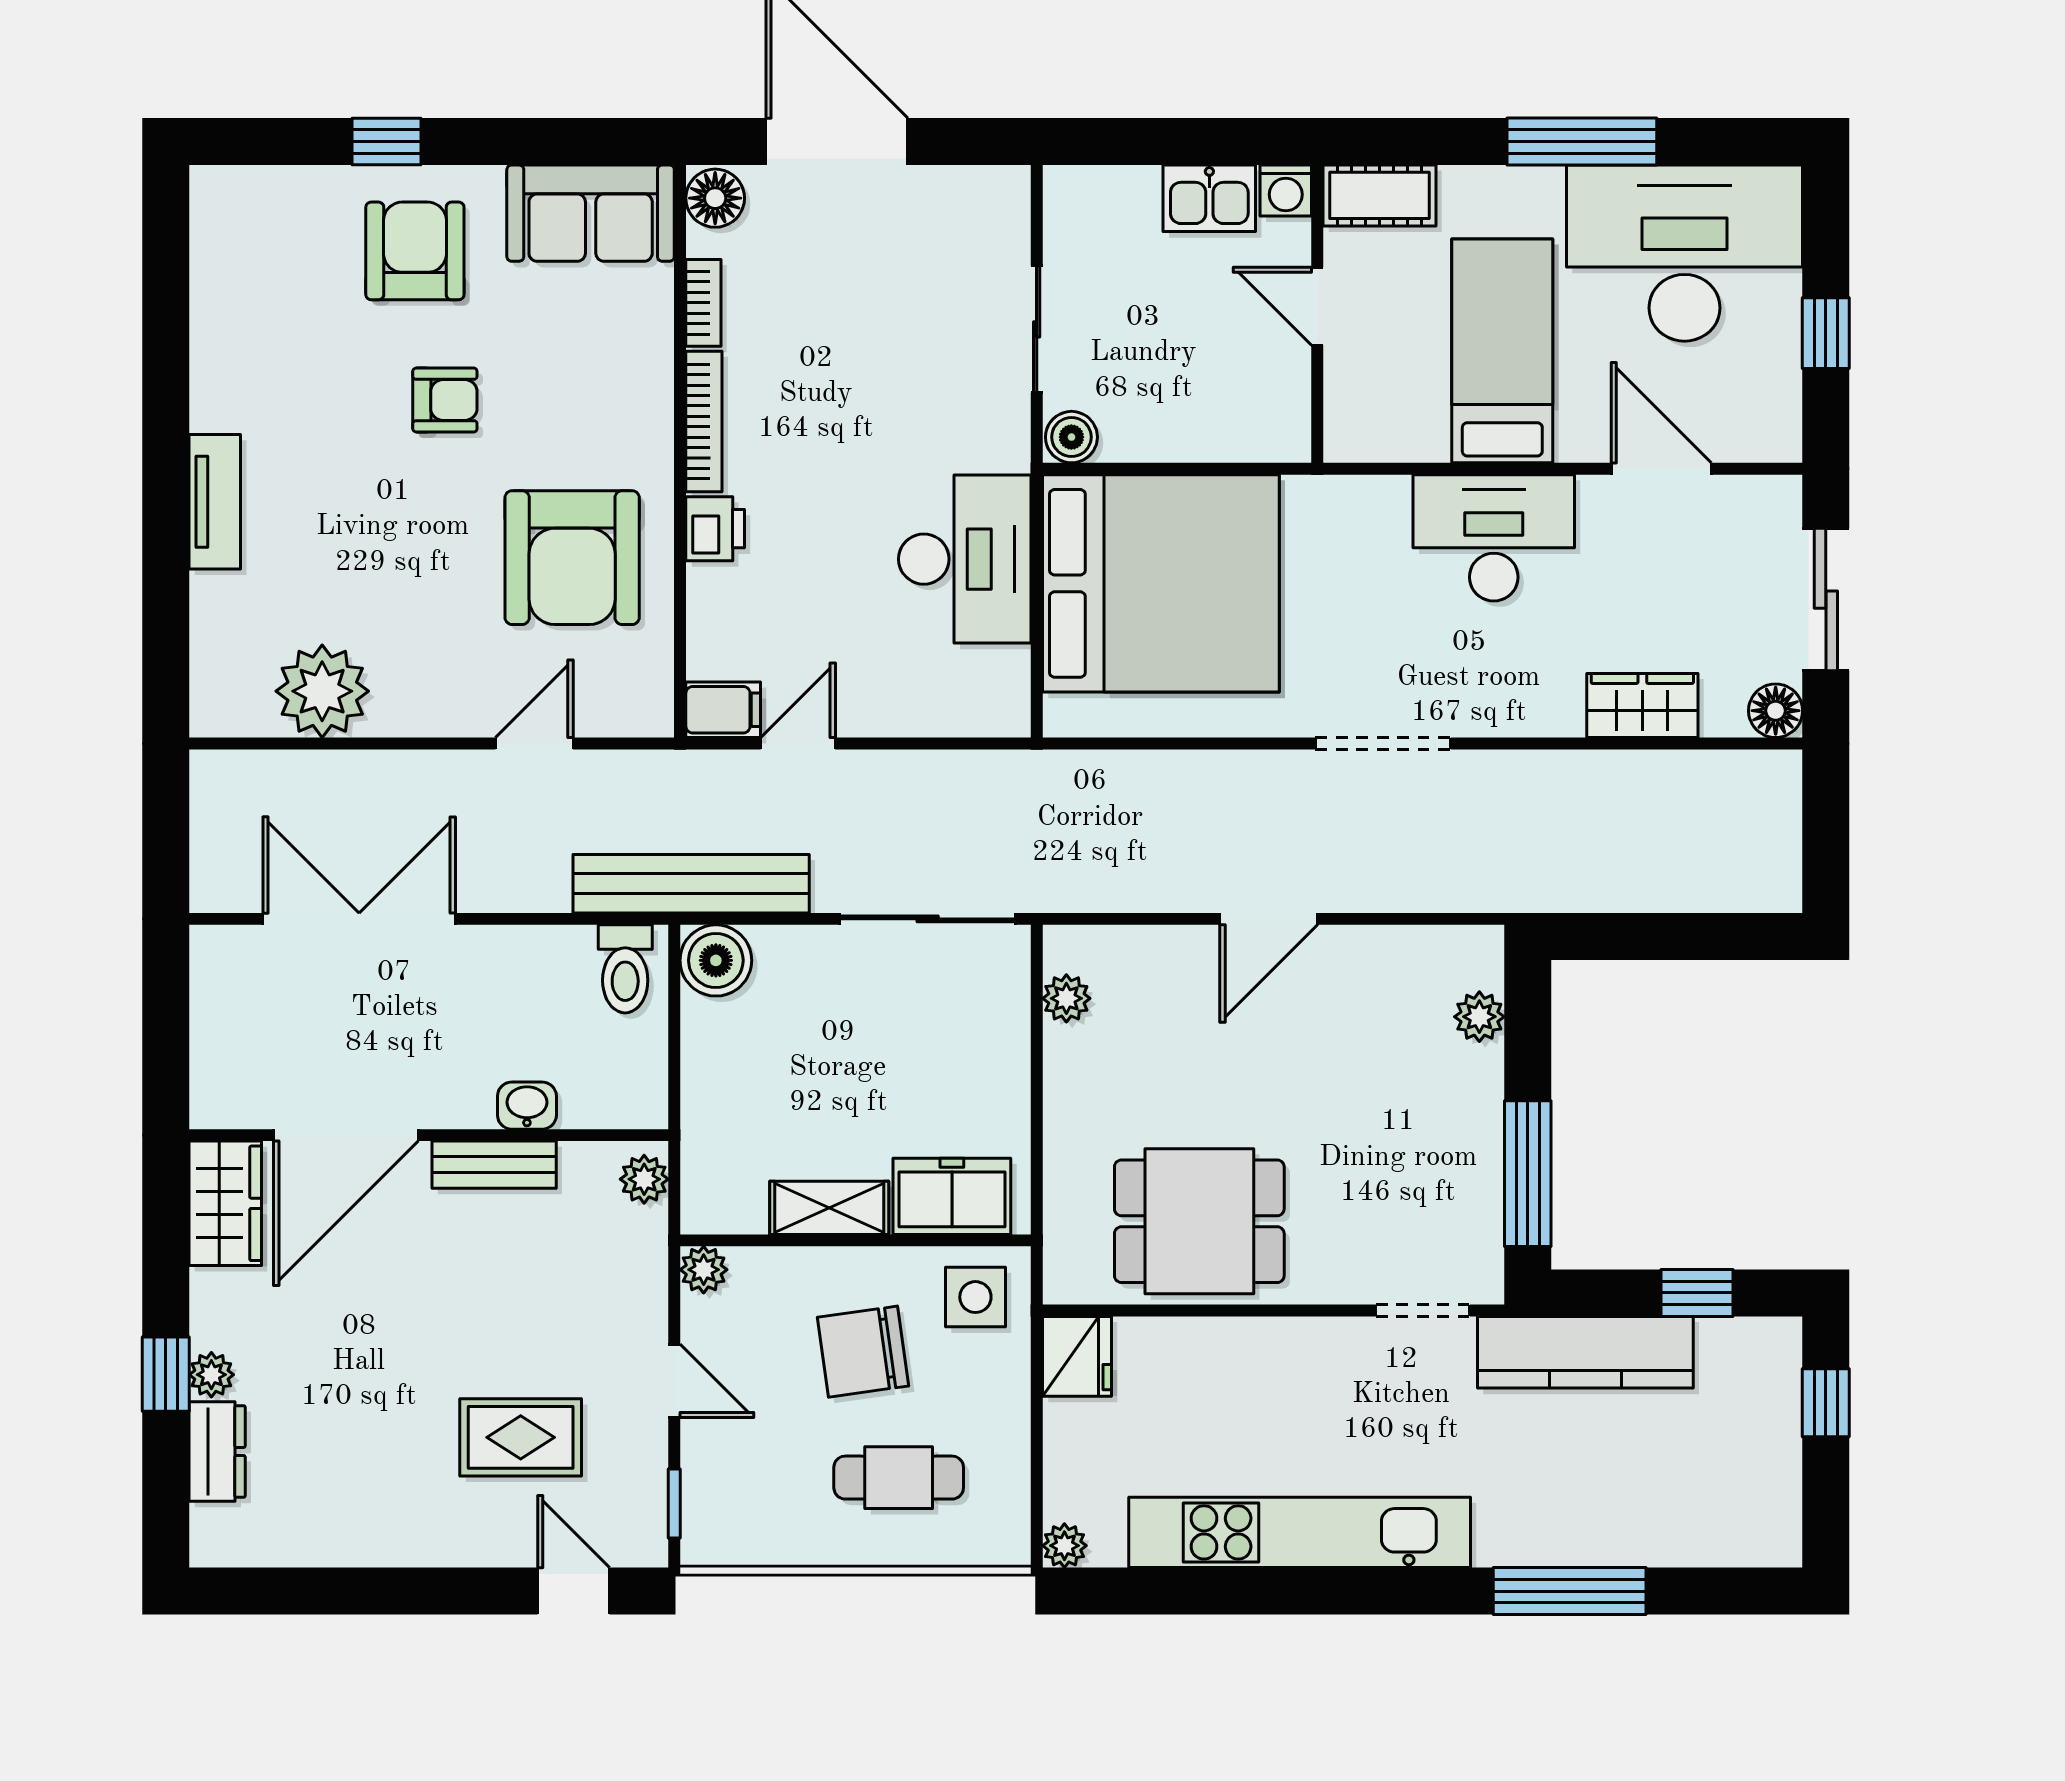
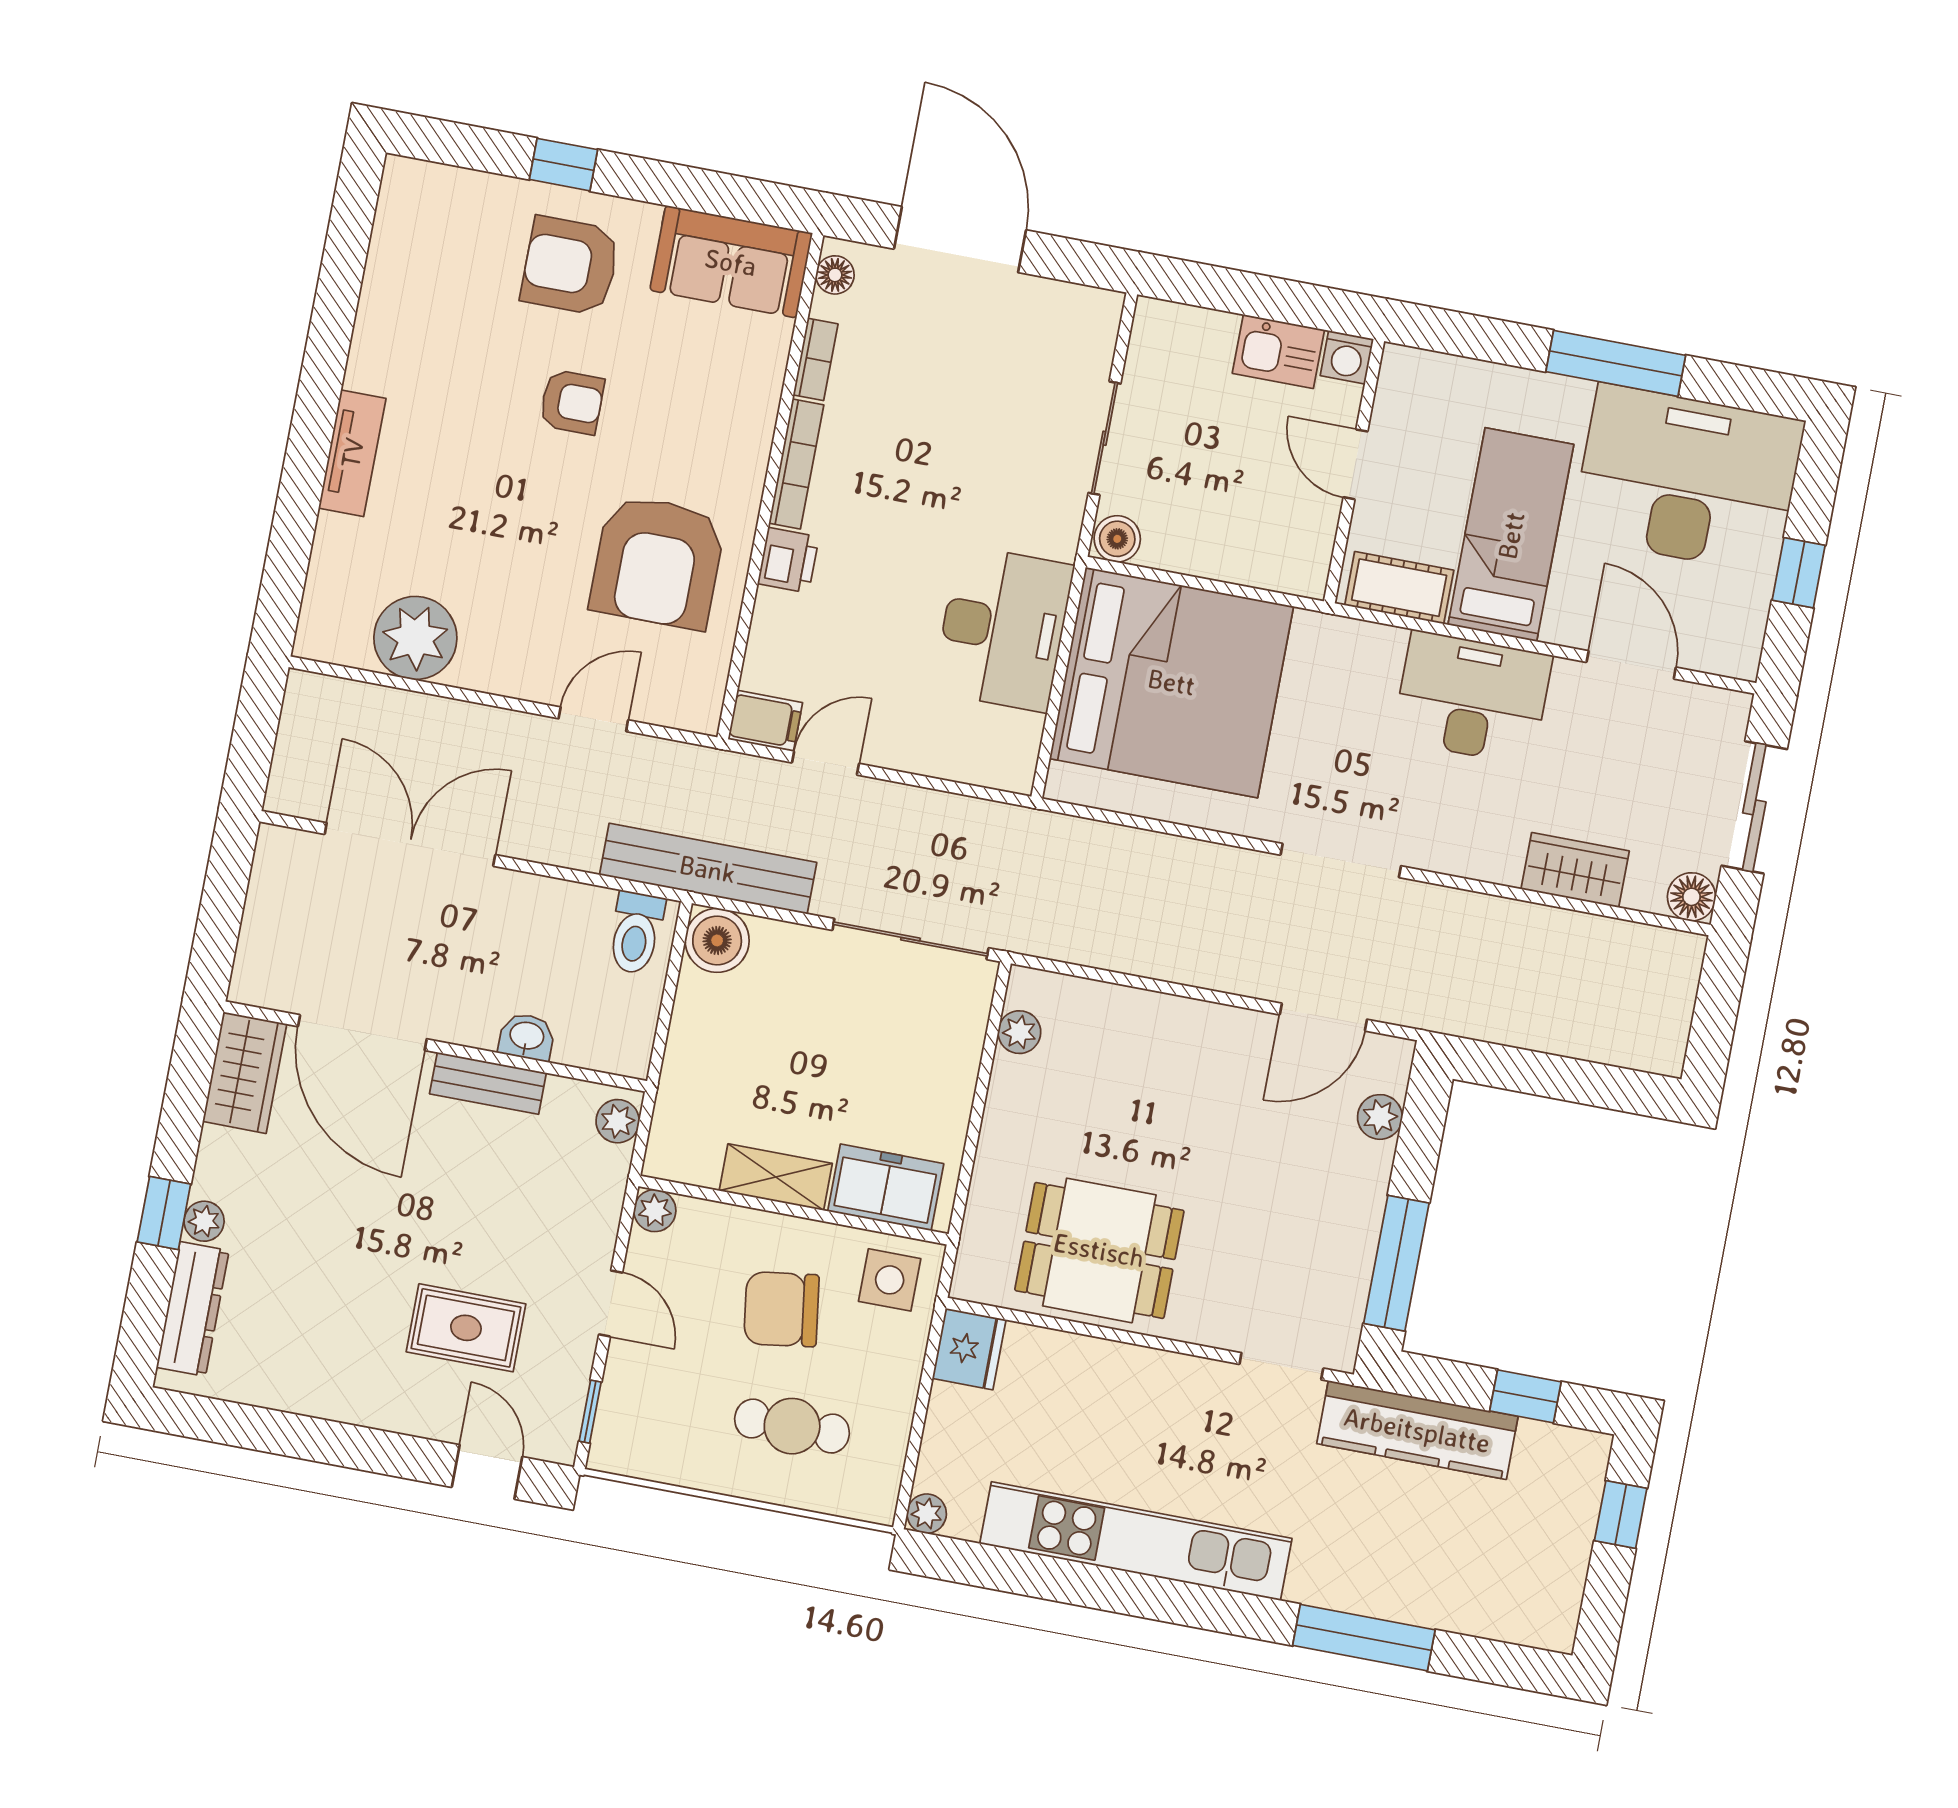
cot: (1379, 195) -> (1399, 588), moved
floor lamp: (715, 198) -> (835, 275), width x0.73, depth x0.73
armchair: (415, 251) -> (570, 266), turned -90
door: (1269, 919) -> (1323, 1017), moved
door: (346, 1135) -> (362, 1033), hinge flipped
dresser: (217, 1451) -> (193, 1309), width x1.44

